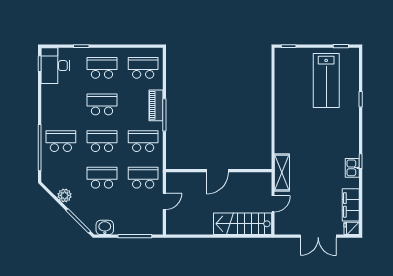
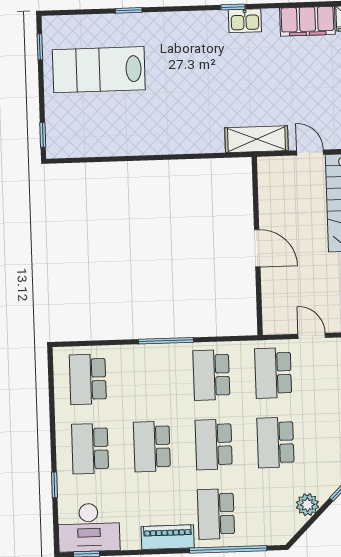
lab bench: (326, 80) -> (99, 70), turned 180
piano: (156, 105) -> (168, 537), moved, turned 180

